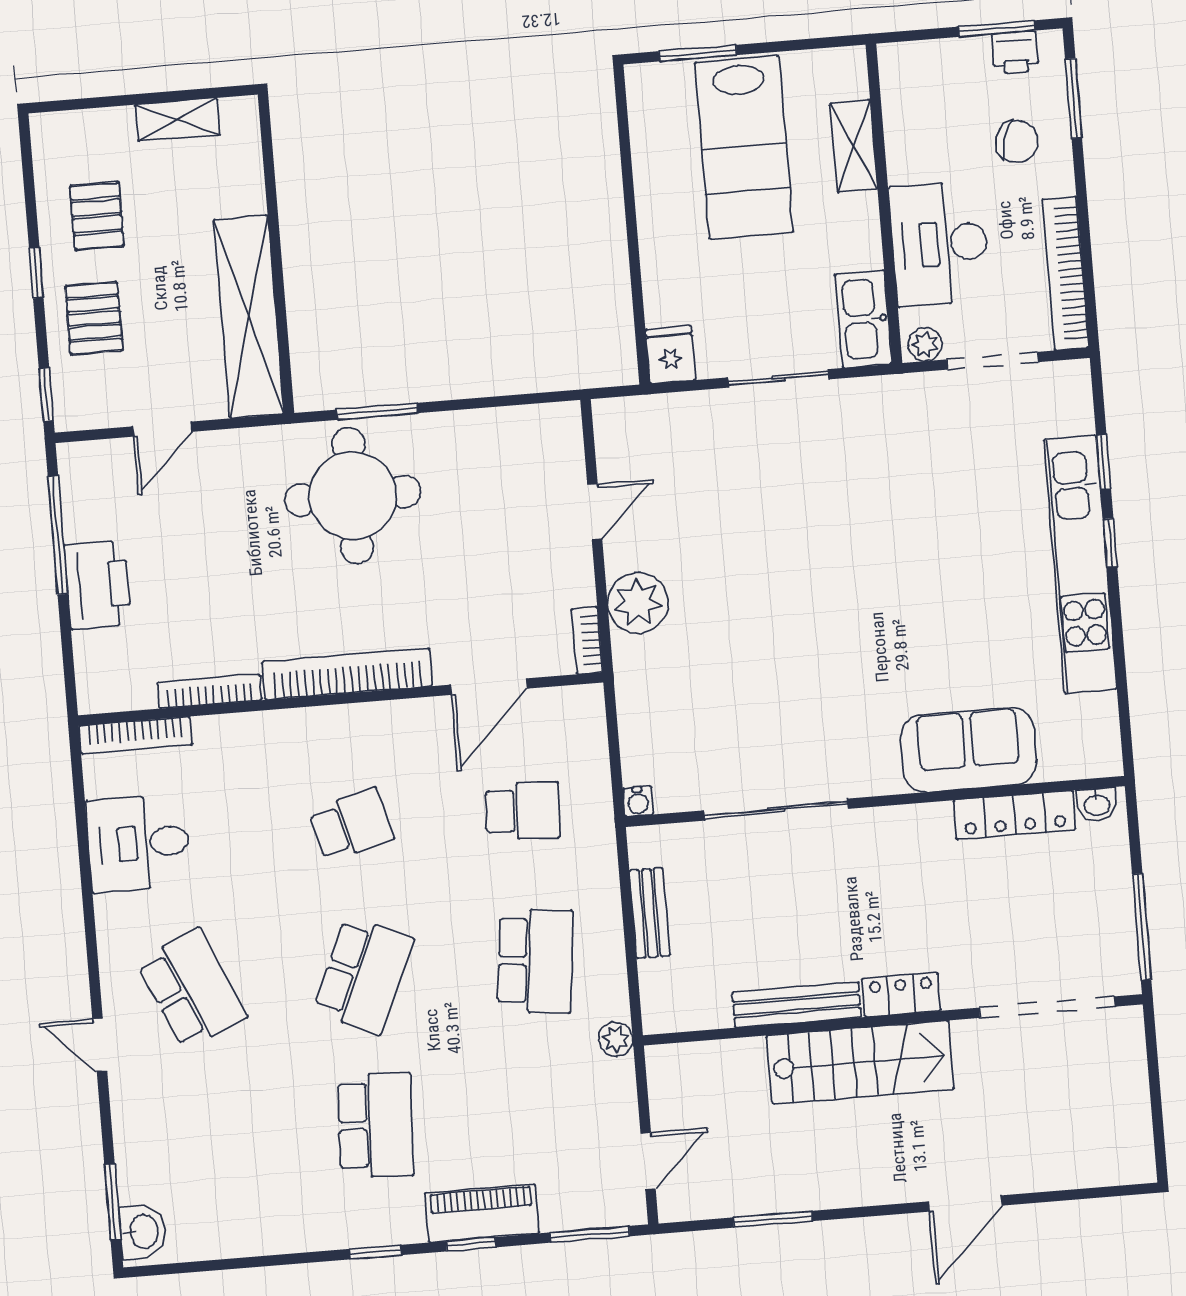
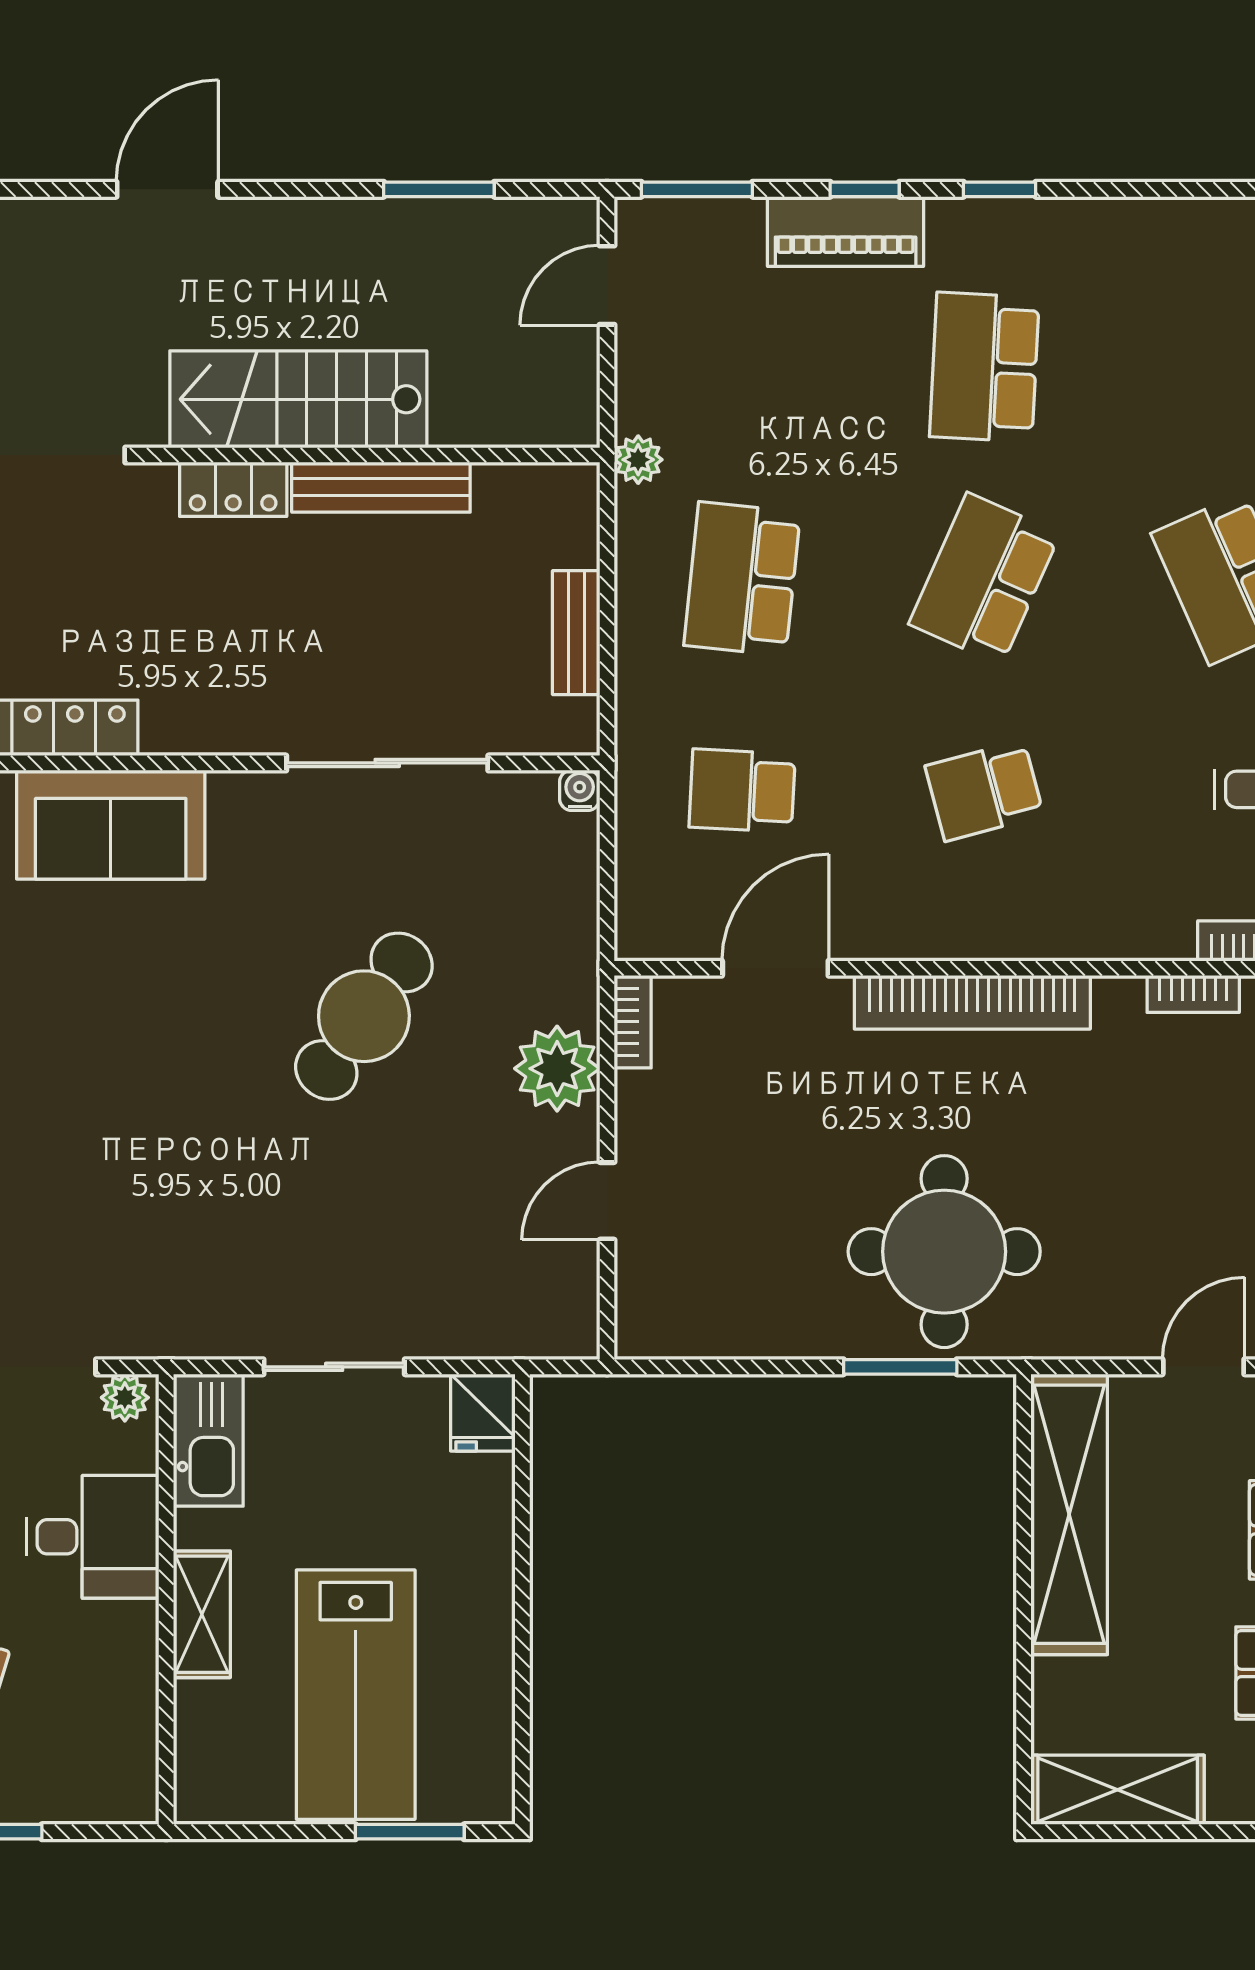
shelving: (177, 120) -> (1118, 1790), width x1.50, depth x1.33
shelving: (854, 146) -> (202, 1614), moved
lab bench: (744, 147) -> (356, 1695), turned 180
desk: (940, 244) -> (93, 1537), width x0.73
cafe table: (778, 629) -> (364, 1016), added
bookcase: (210, 691) -> (1193, 994), width x0.64

